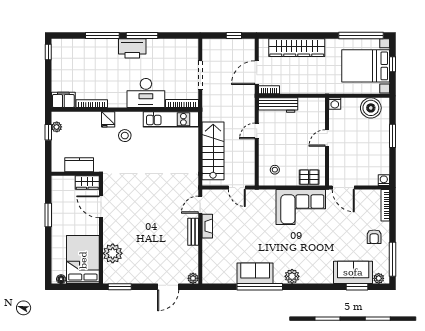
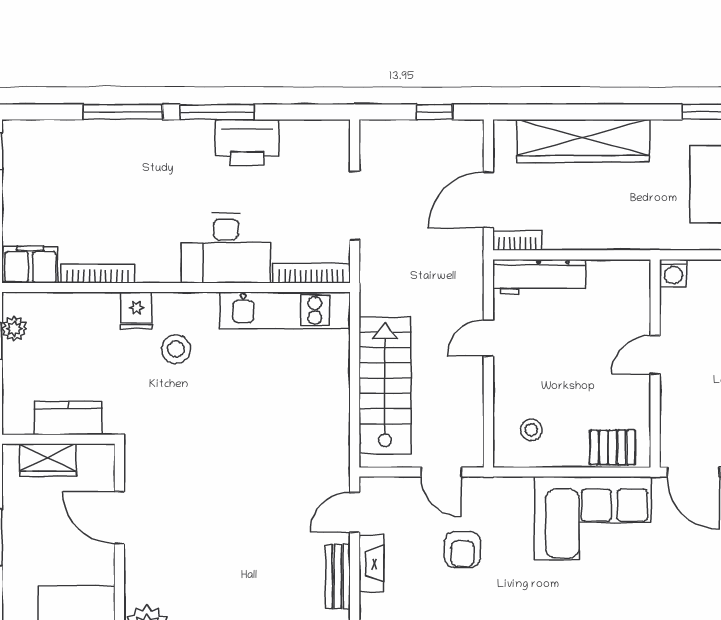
printer: (132, 48) -> (247, 142), moved
wardrobe: (87, 182) -> (48, 460), moved
armchair: (246, 220) -> (462, 549), added

